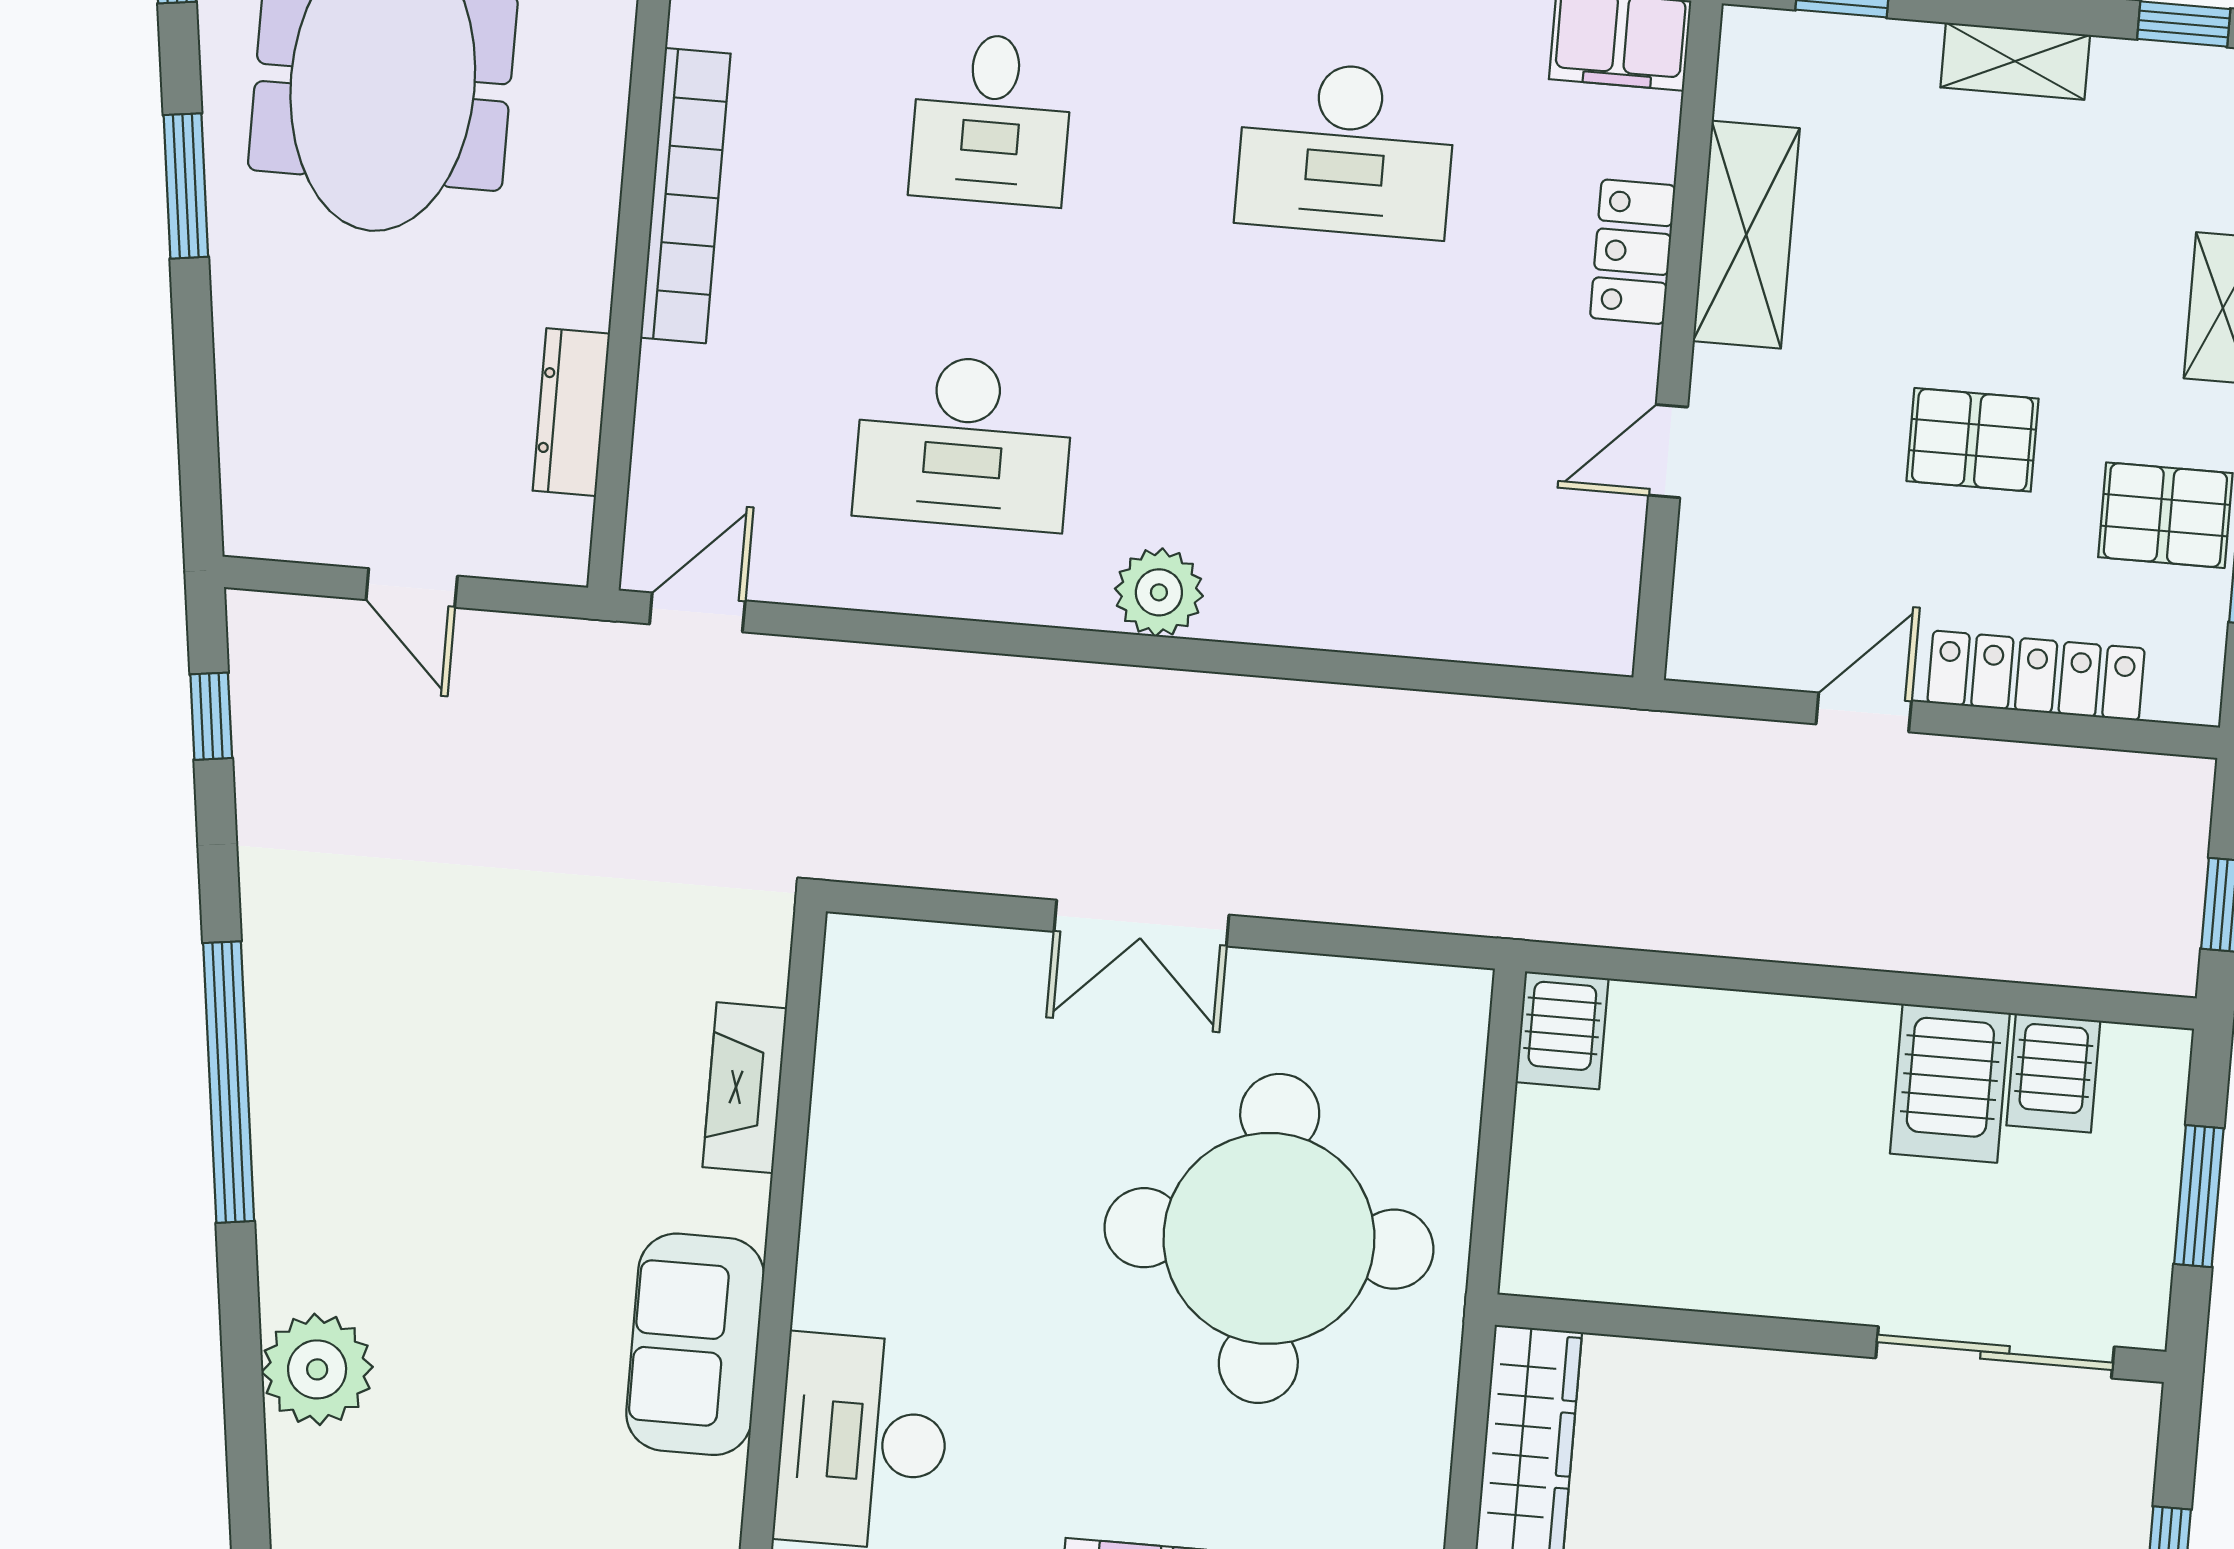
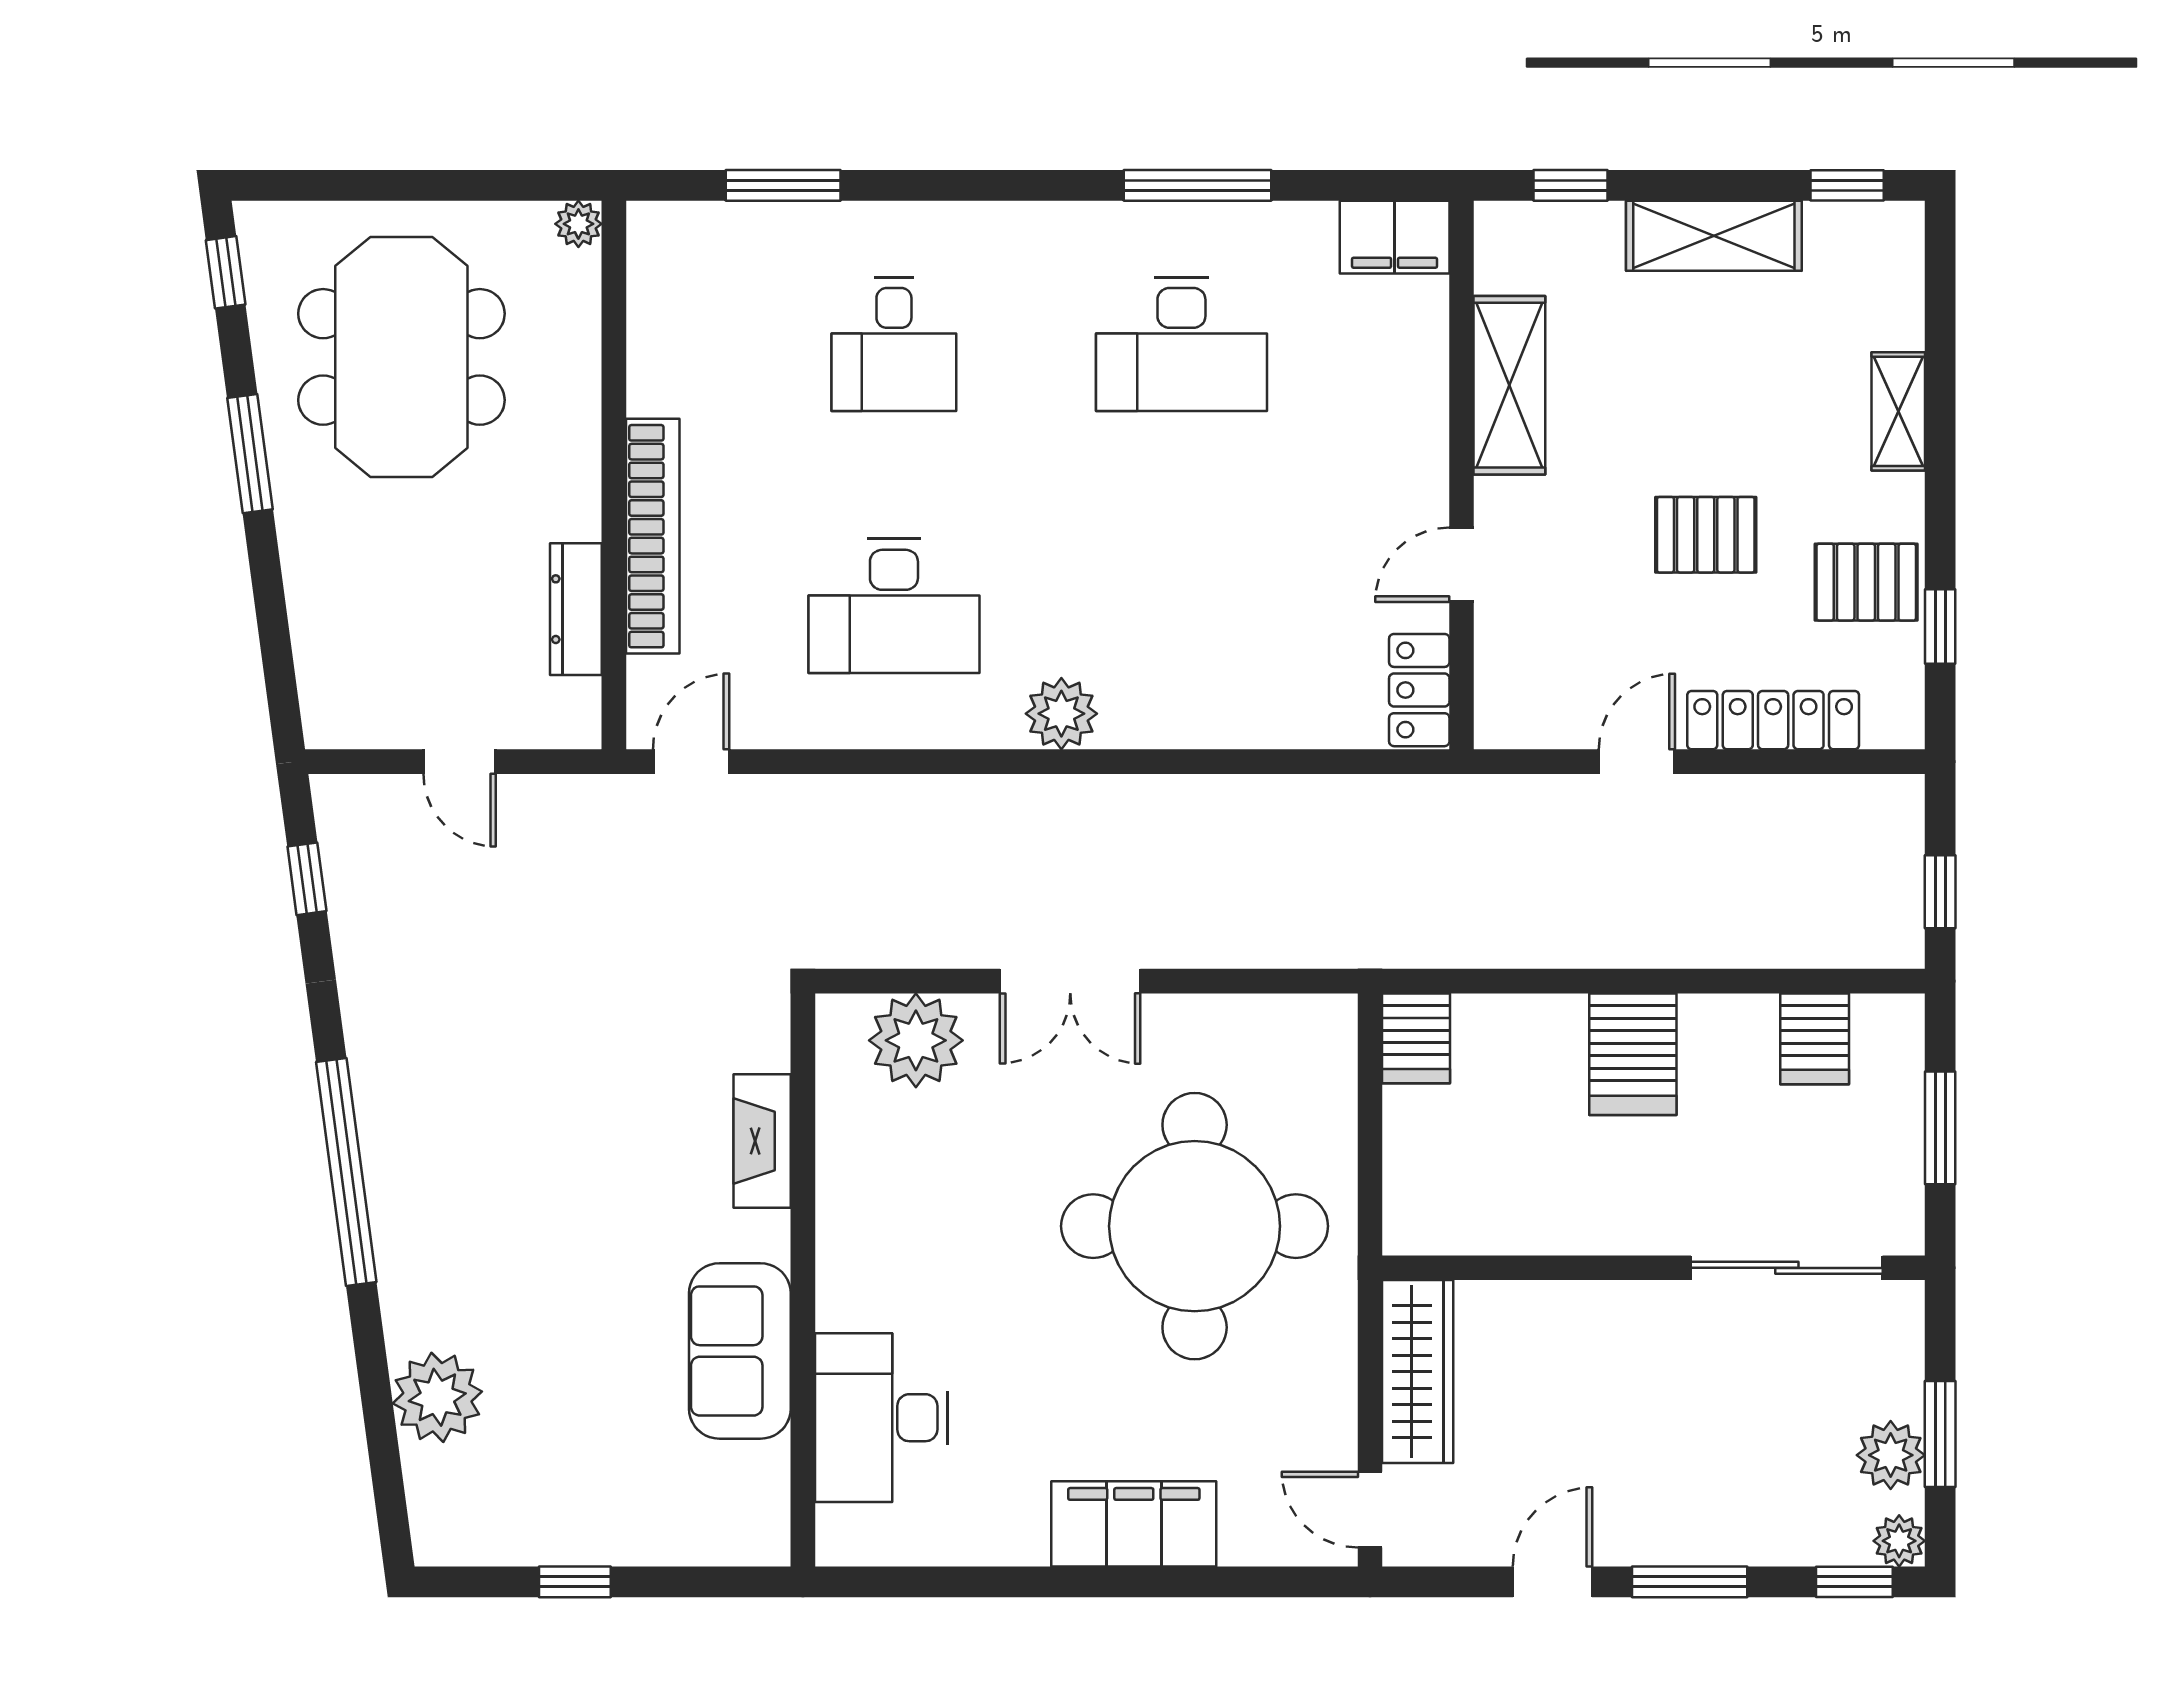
shelving: (2015, 61) -> (1714, 236), width x1.50, depth x1.33
bookcase: (685, 196) -> (653, 536), moved
locker: (1633, 252) -> (1419, 690), moved
plant: (945, 980) -> (916, 1040), added
server rack: (1950, 1083) -> (1633, 1054), moved

